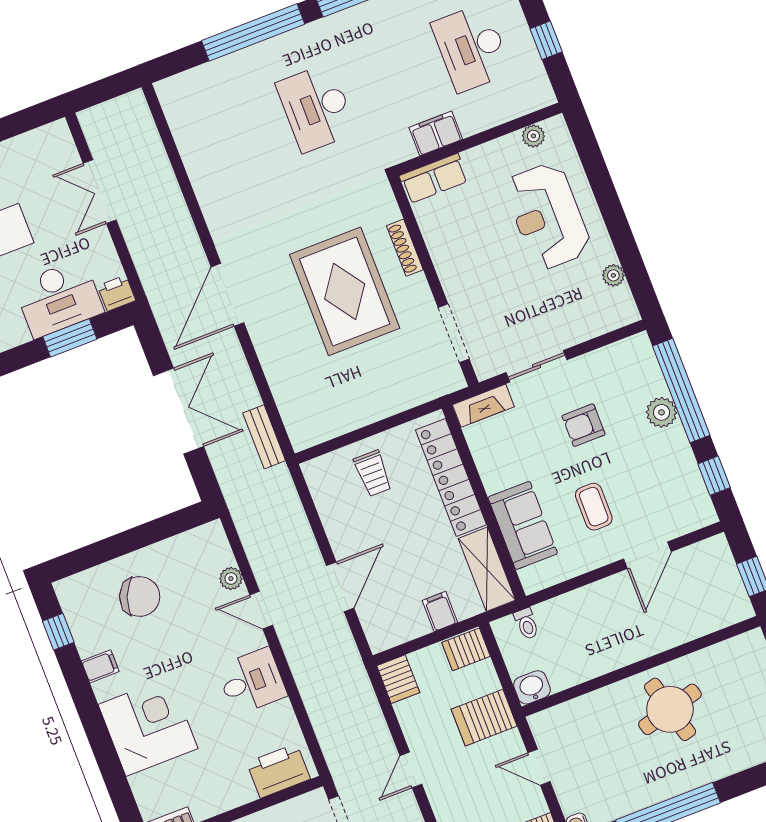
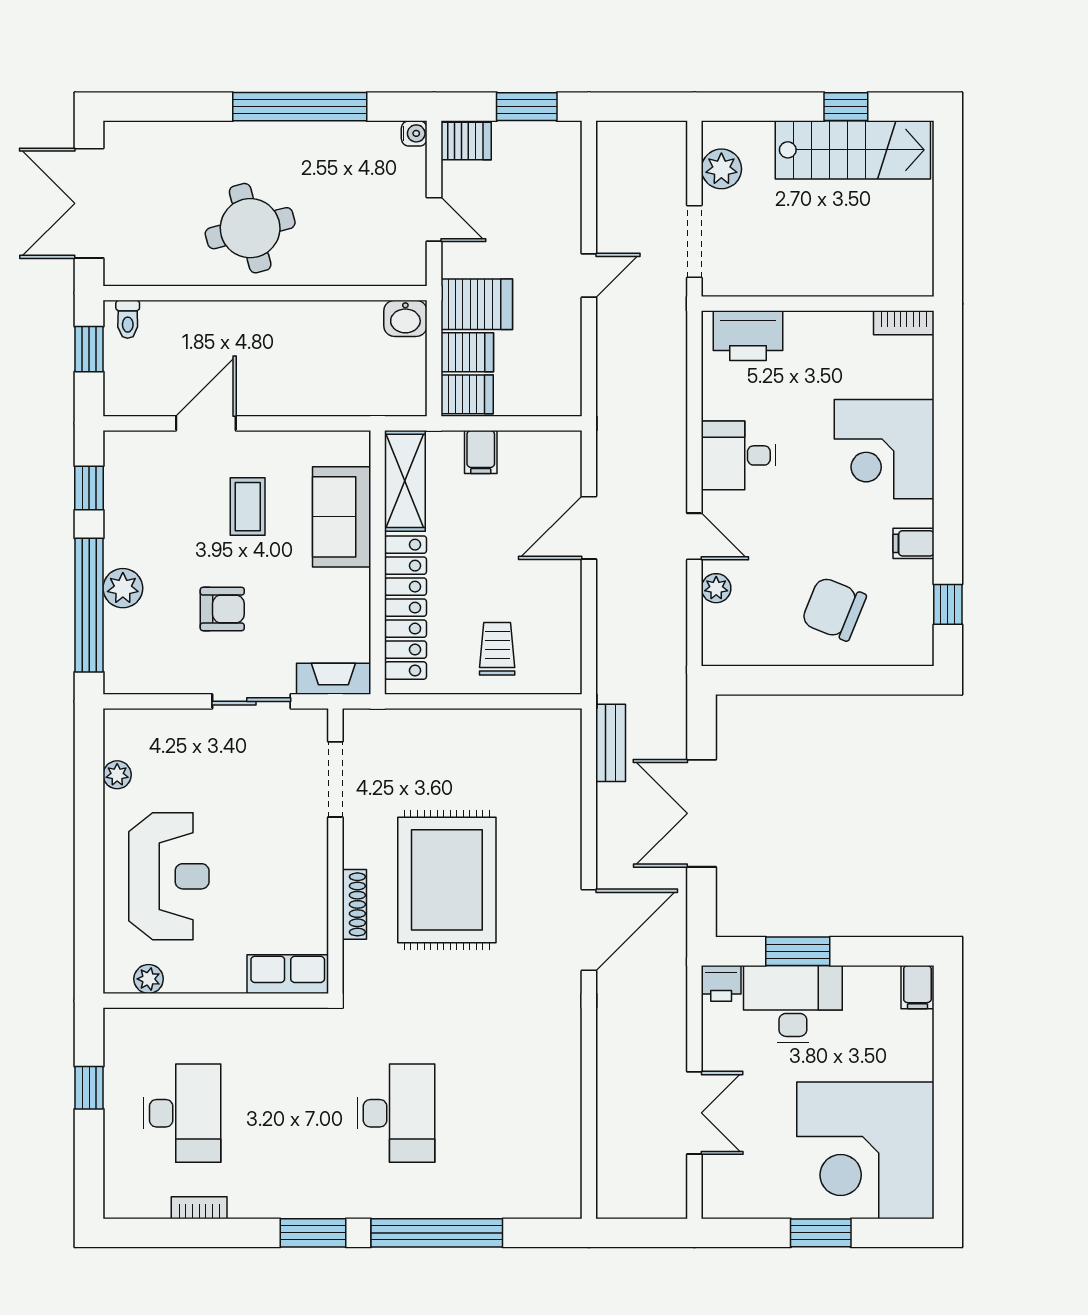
filing cabinet: (436, 133) -> (264, 1027), removed
toilet: (527, 624) -> (128, 319), moved, turned 180
server rack: (398, 679) -> (467, 352), moved, turned 90

